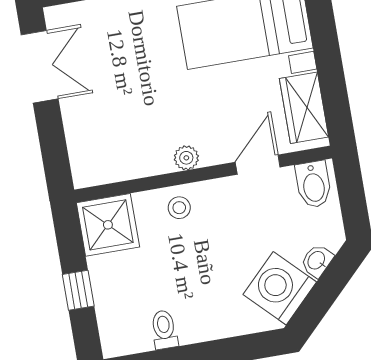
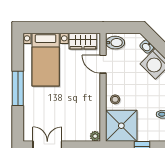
plant: (186, 158) -> (95, 136), moved
shower: (108, 225) -> (121, 126), width x1.37, depth x1.37

